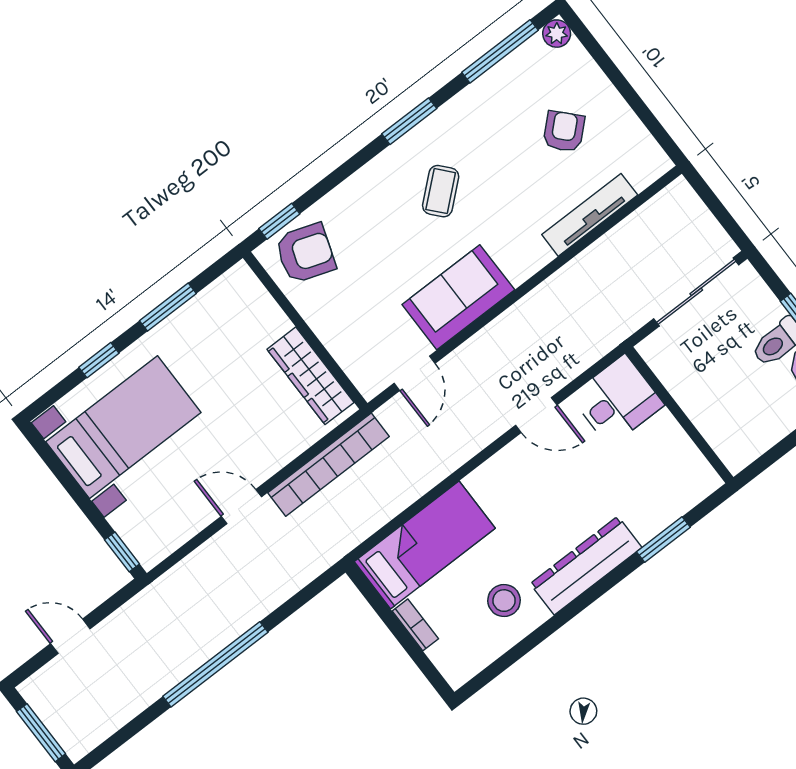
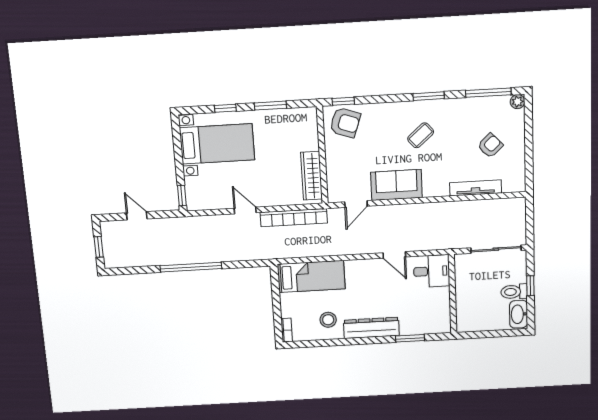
bookcase: (415, 625) -> (287, 330), moved
window: (41, 733) -> (99, 247), width x0.67

